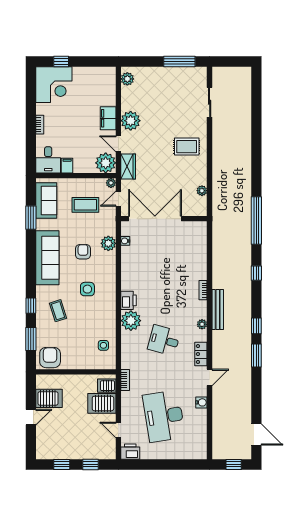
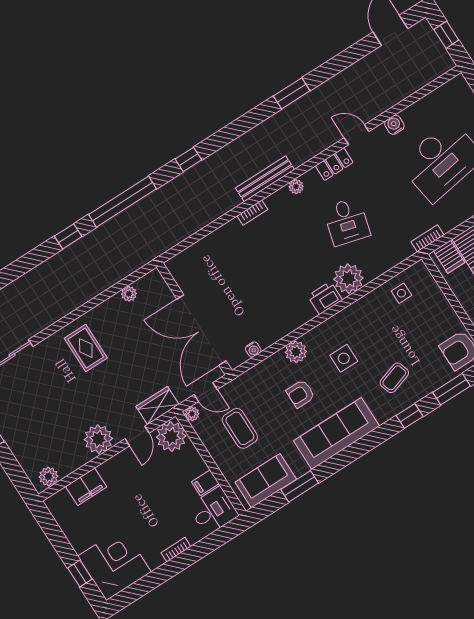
filing cabinet: (108, 118) -> (86, 487), moved
plant: (108, 243) -> (296, 352), moved
window: (256, 326) -> (68, 236), moved

